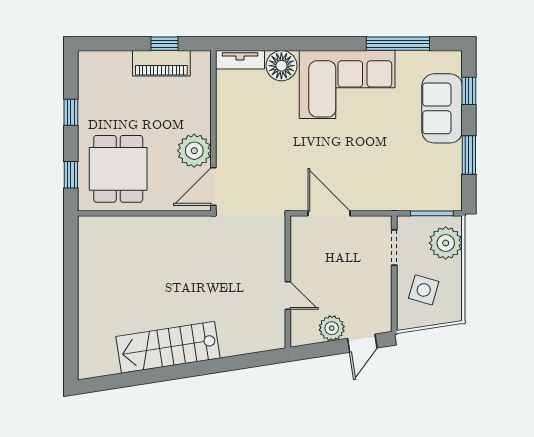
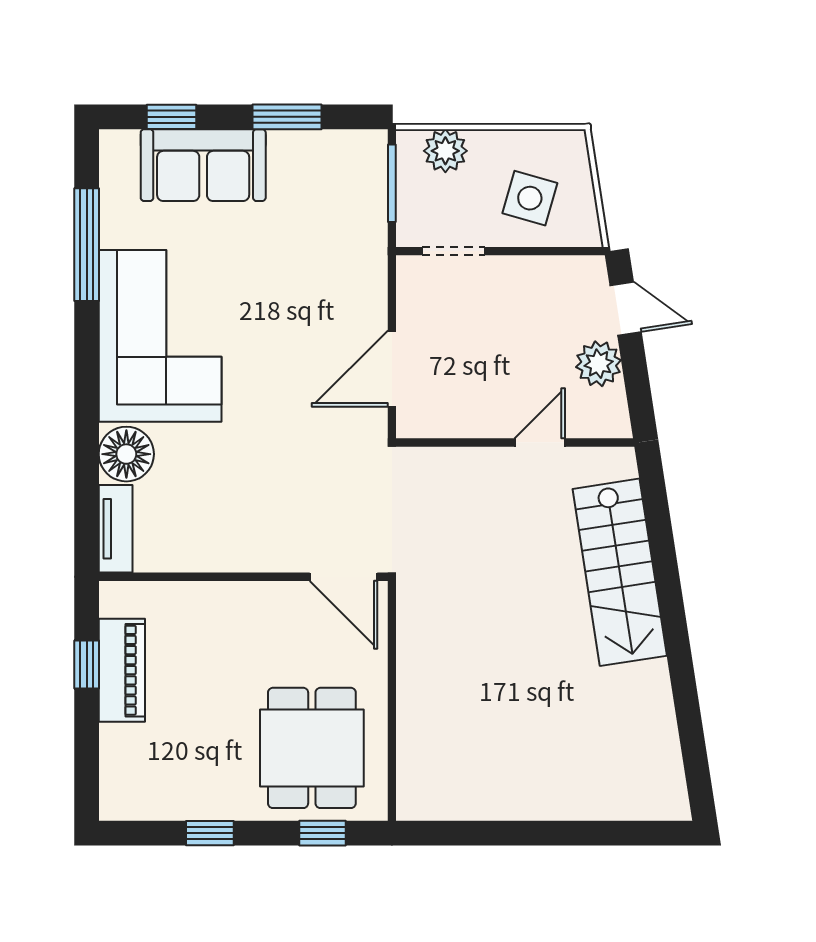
plant: (194, 151) -> (279, 611), removed
dining table: (118, 169) -> (312, 748), turned 90
plant: (446, 243) -> (445, 151), width x0.73, depth x0.73
stairs: (168, 347) -> (620, 572), moved

